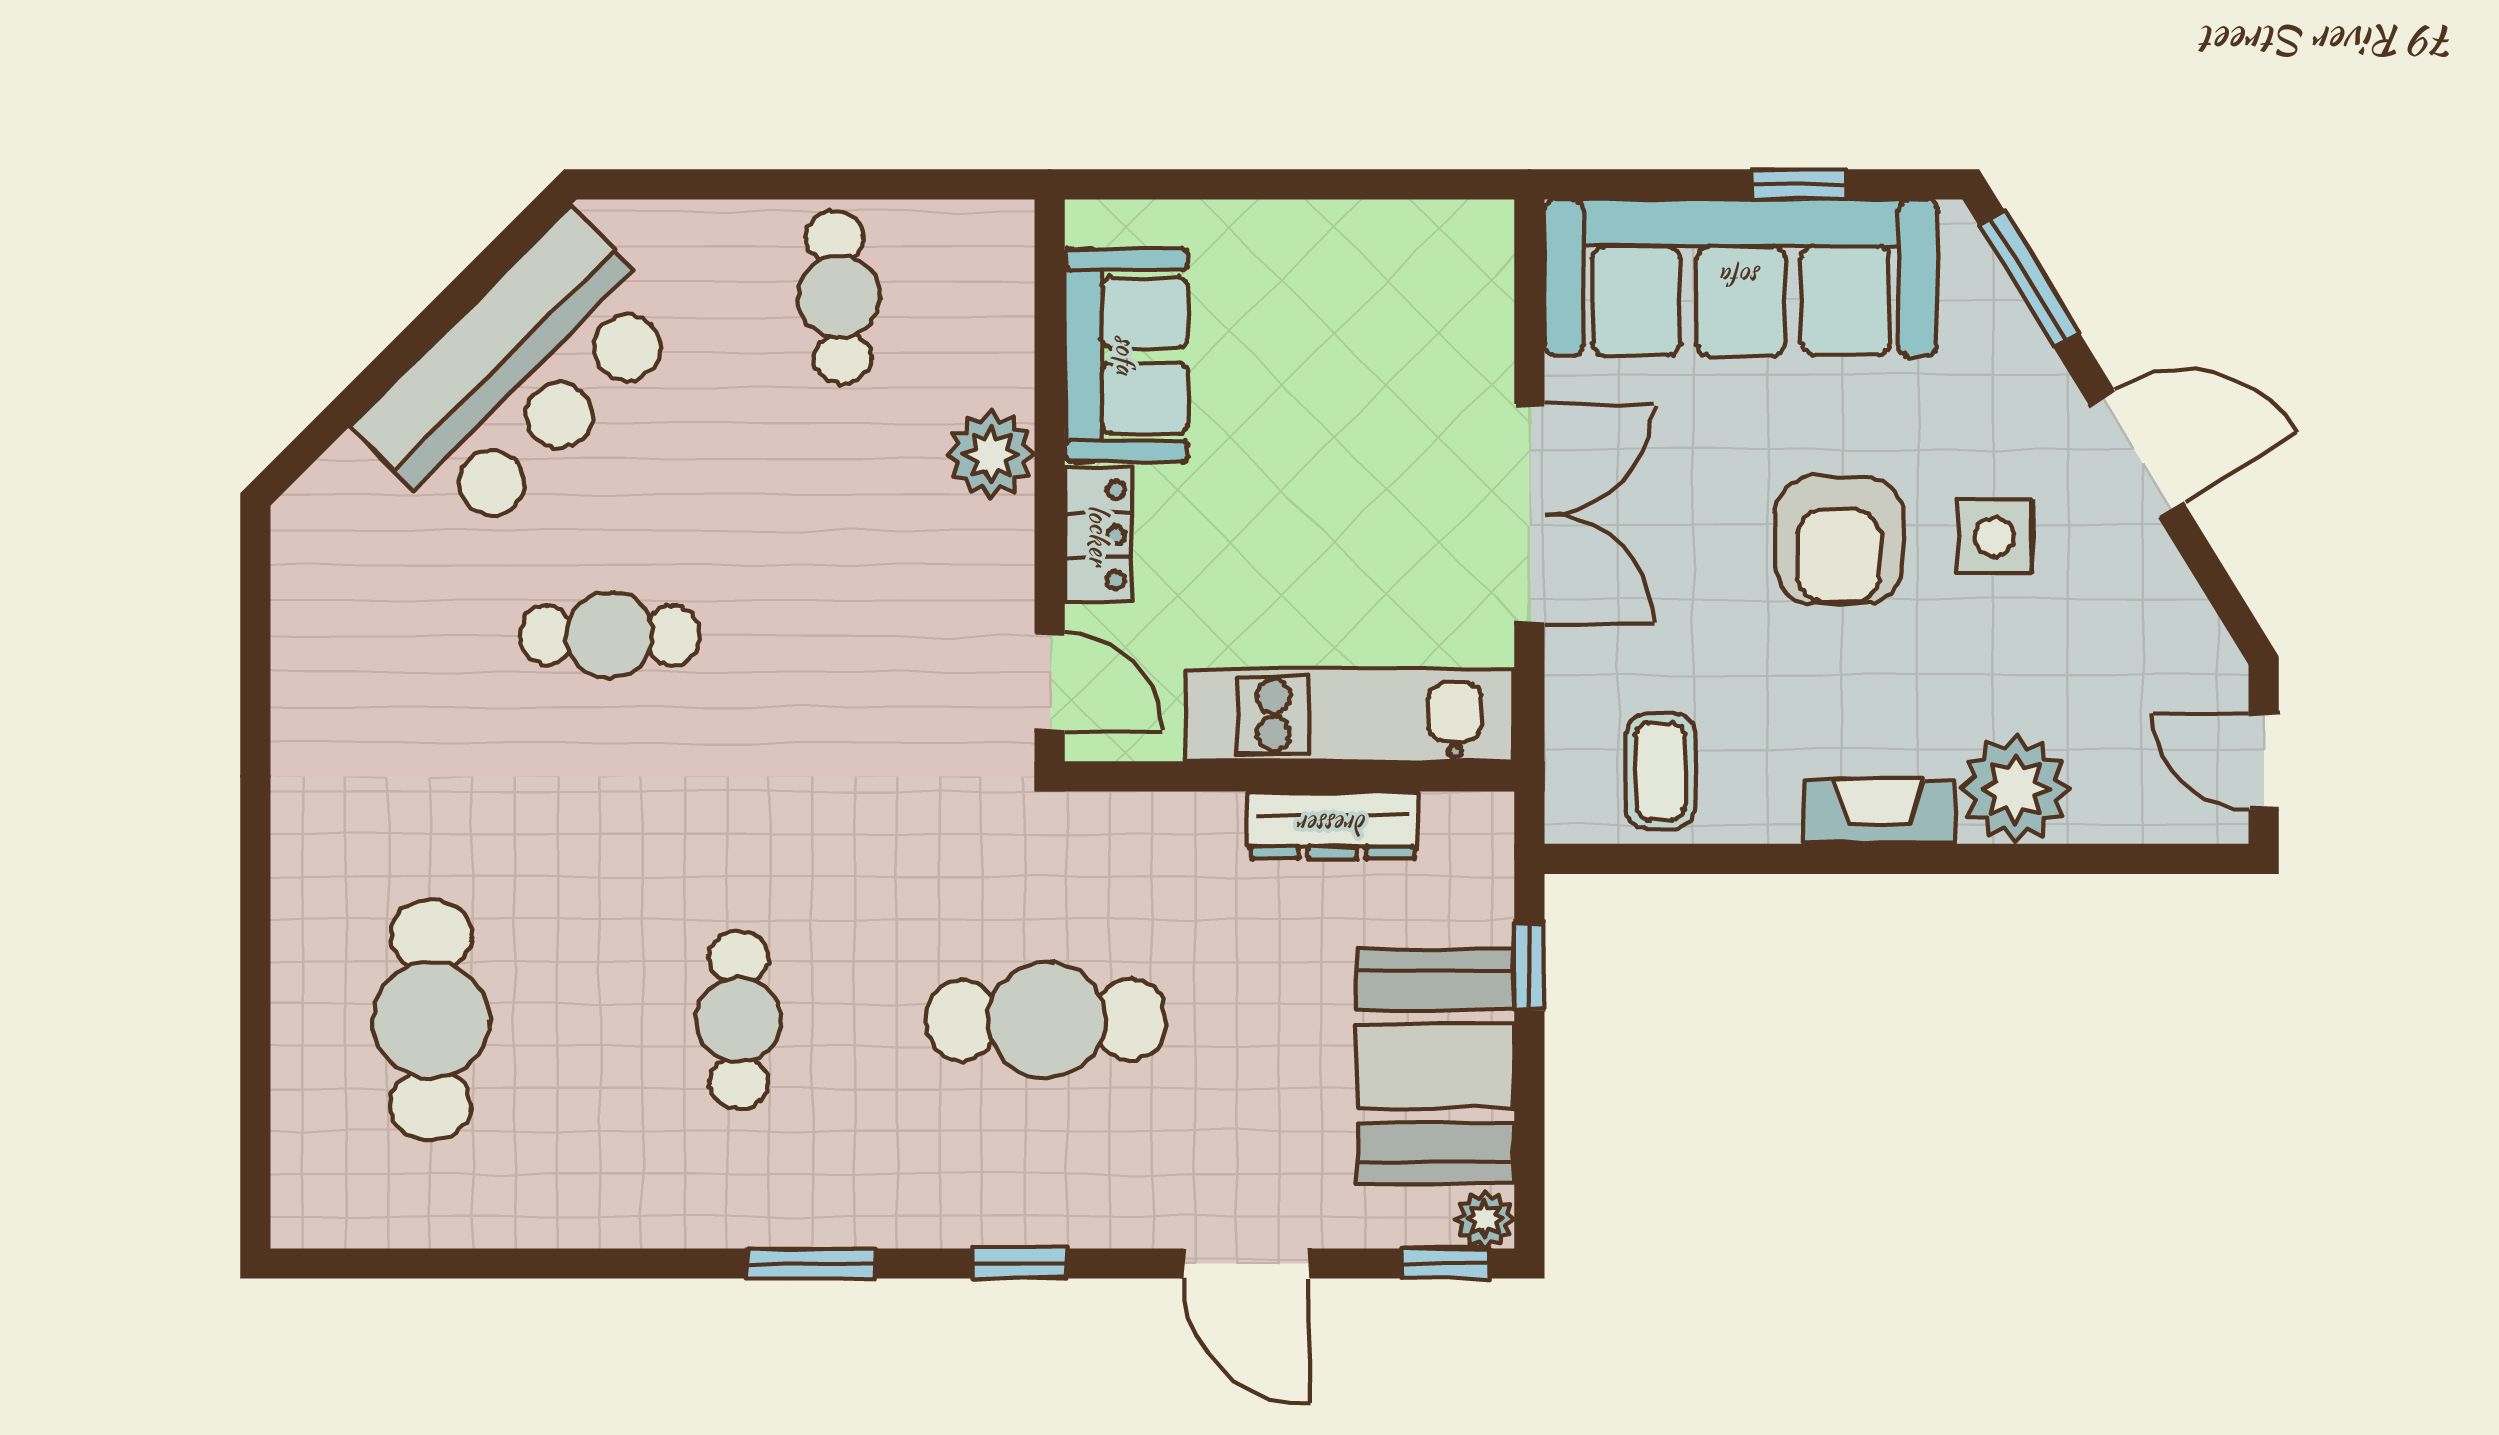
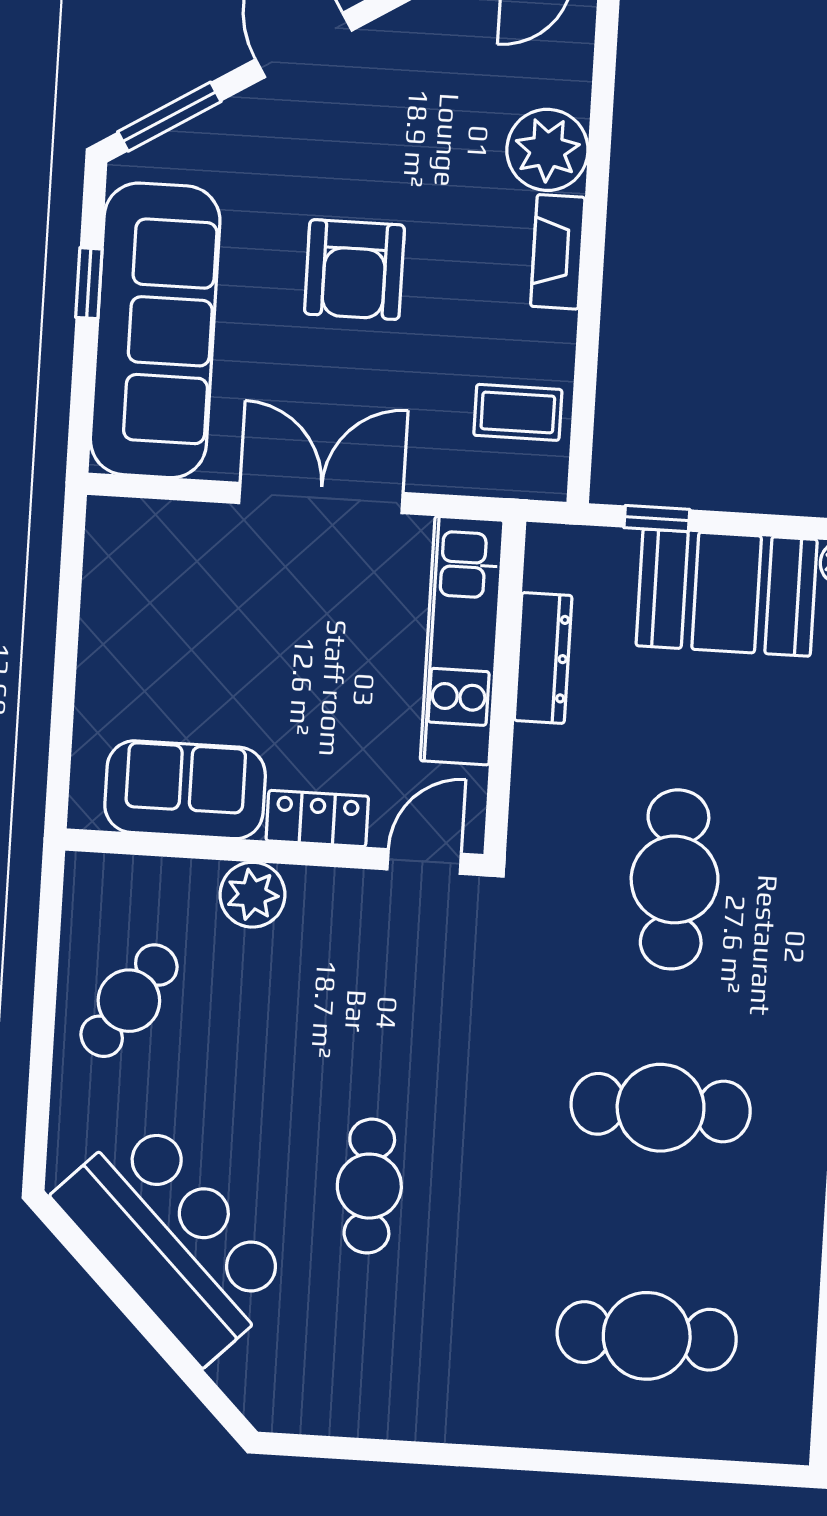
cafe table: (839, 297) -> (129, 1001), turned -52
side table: (1995, 537) -> (359, 154), removed
armchair: (1839, 540) -> (354, 270), turned 90
cafe table: (739, 1020) -> (661, 1108), width x1.37, depth x1.35

